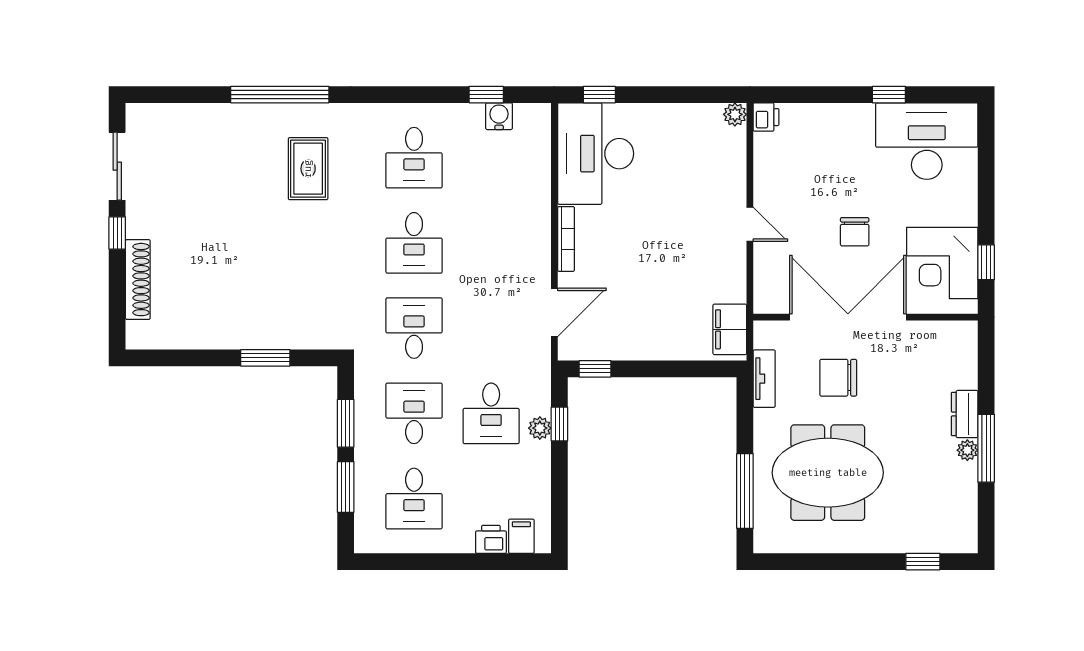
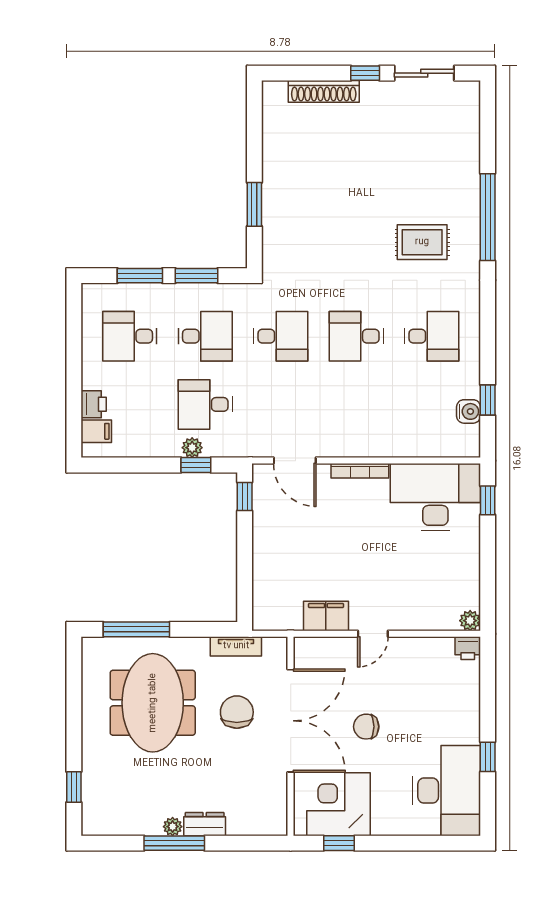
desk: (414, 158) -> (432, 336), turned 180
filing cabinet: (730, 329) -> (326, 616), moved

